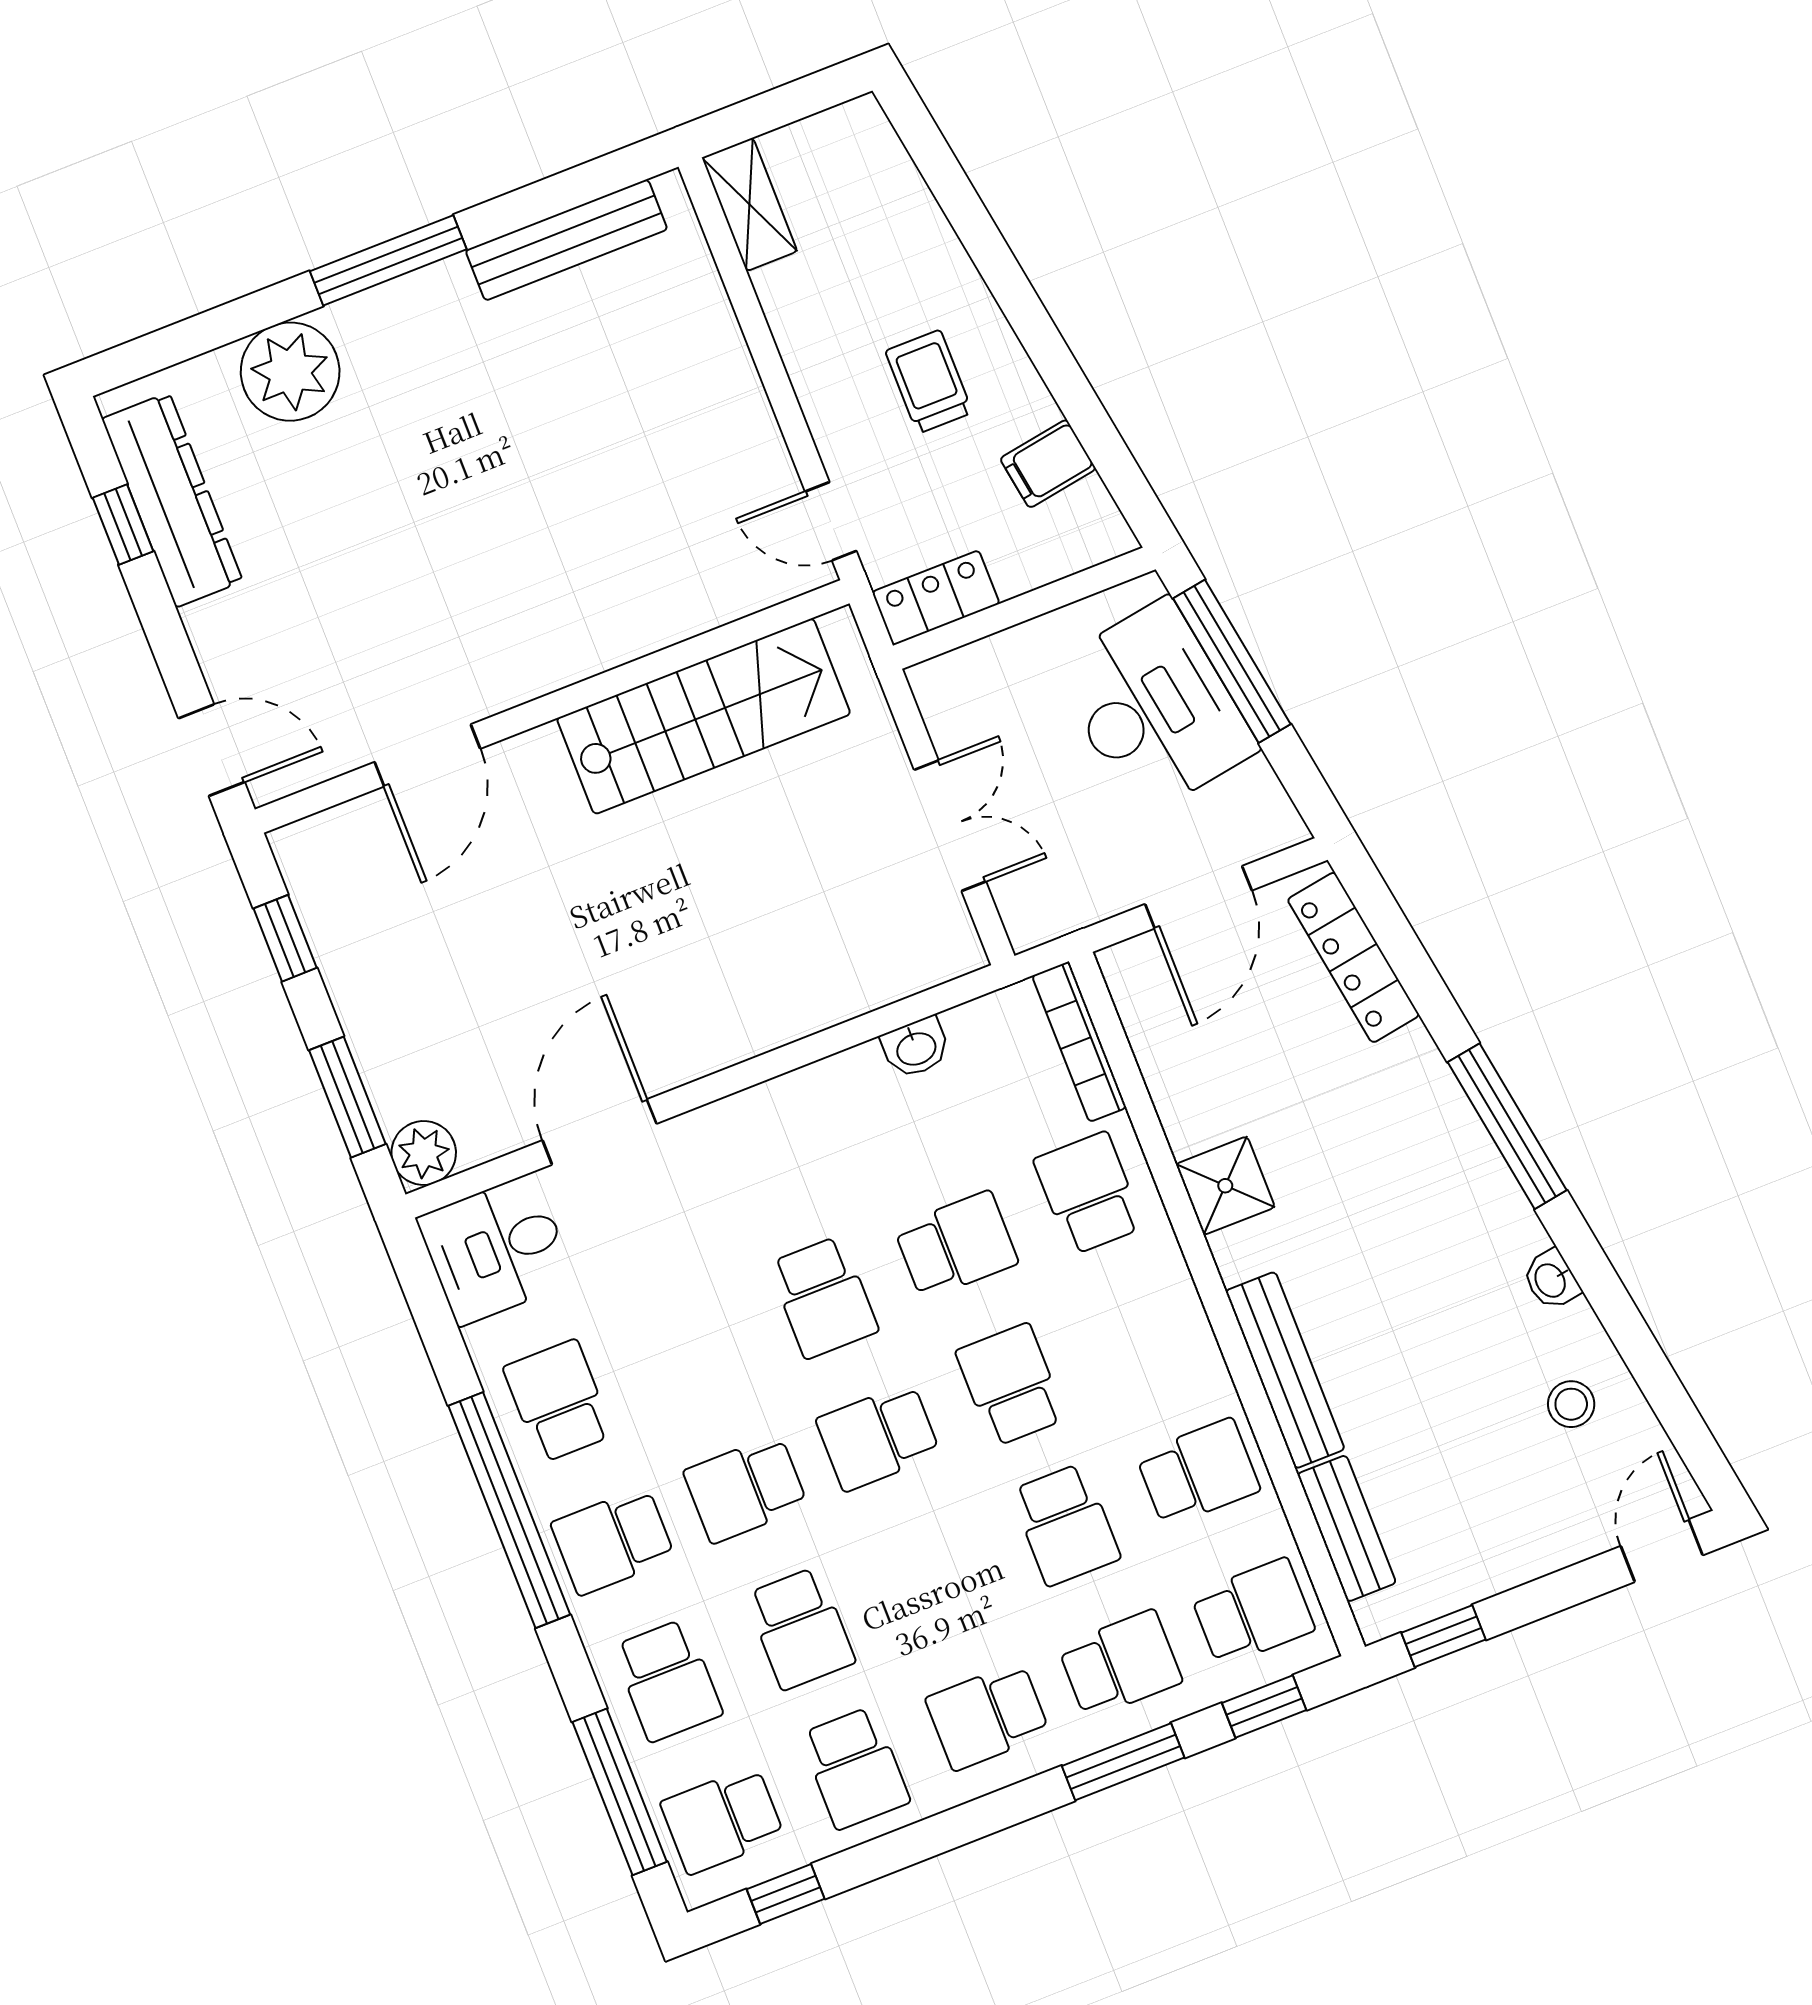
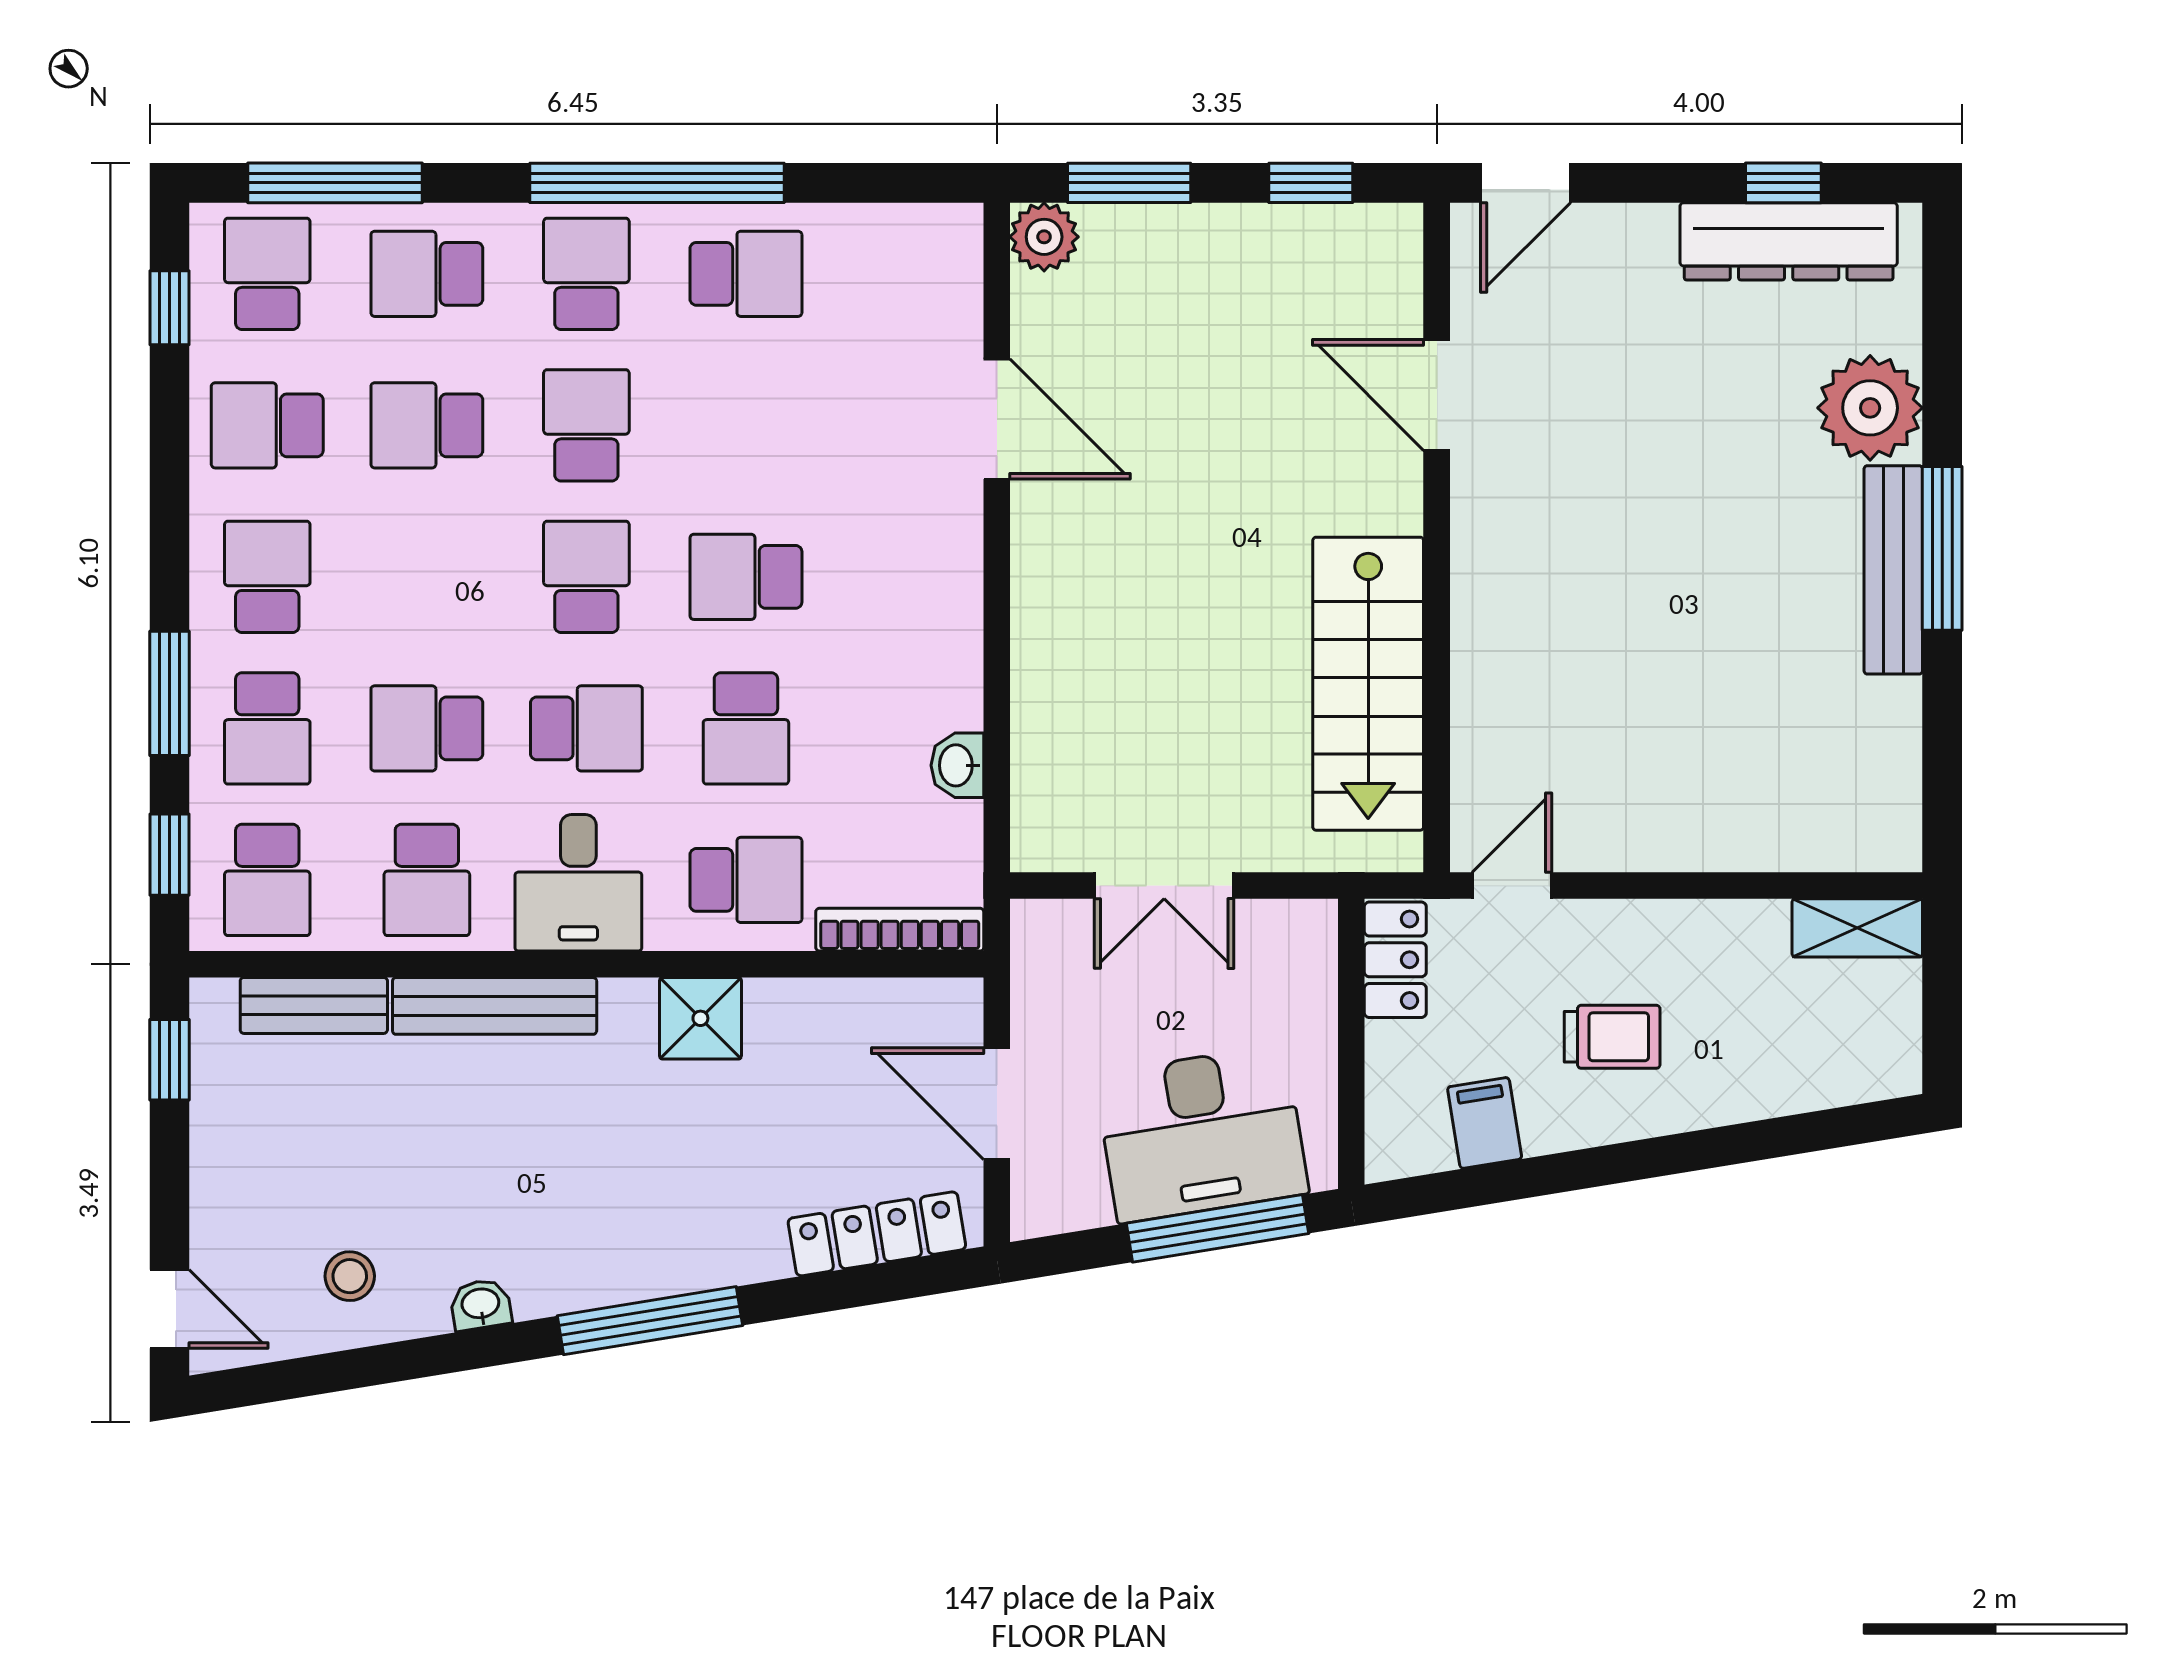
bench: (566, 240) -> (1893, 570), moved
desk: (496, 1250) -> (578, 883), moved, turned 180

